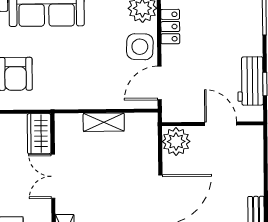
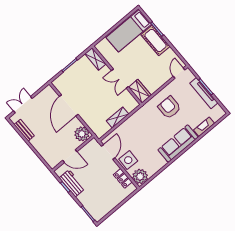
double door: (53, 176) -> (120, 79), swing flipped

